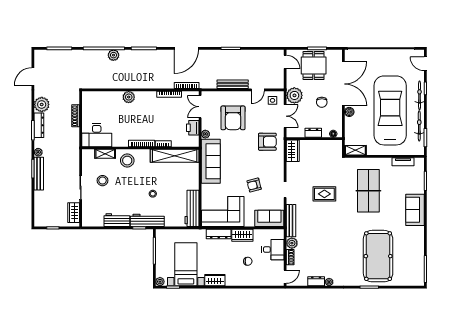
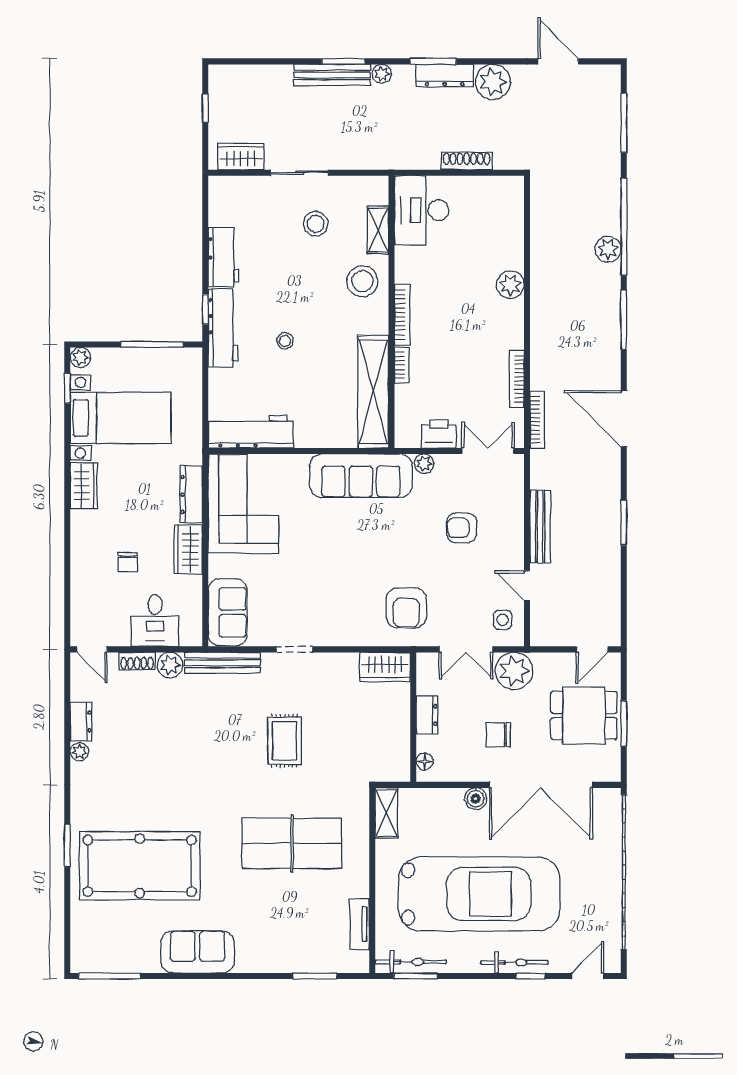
armchair: (233, 118) -> (462, 528), width x0.53, depth x0.53
bicycle: (419, 126) -> (411, 962), moved
armchair: (254, 185) -> (305, 577), removed
sofa: (415, 210) -> (197, 952), moved

